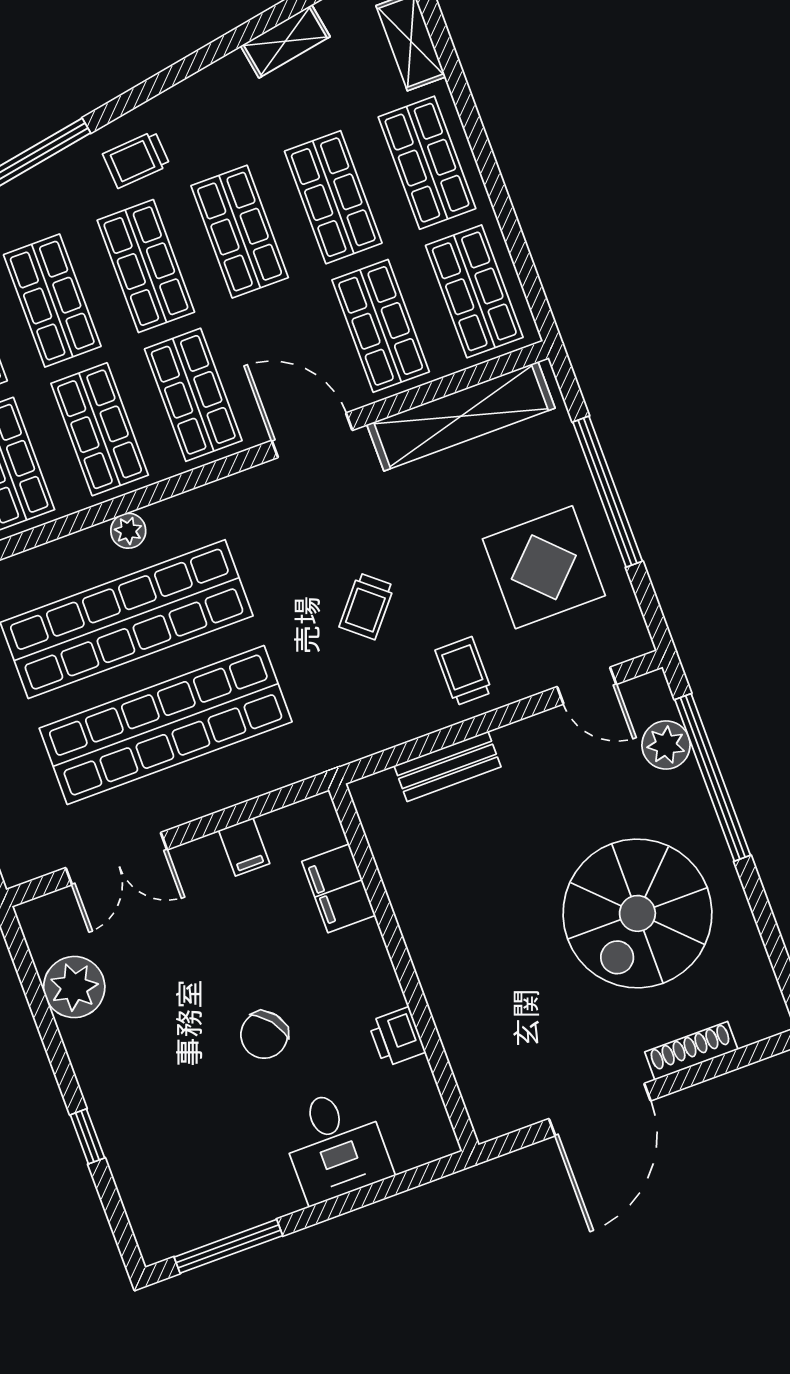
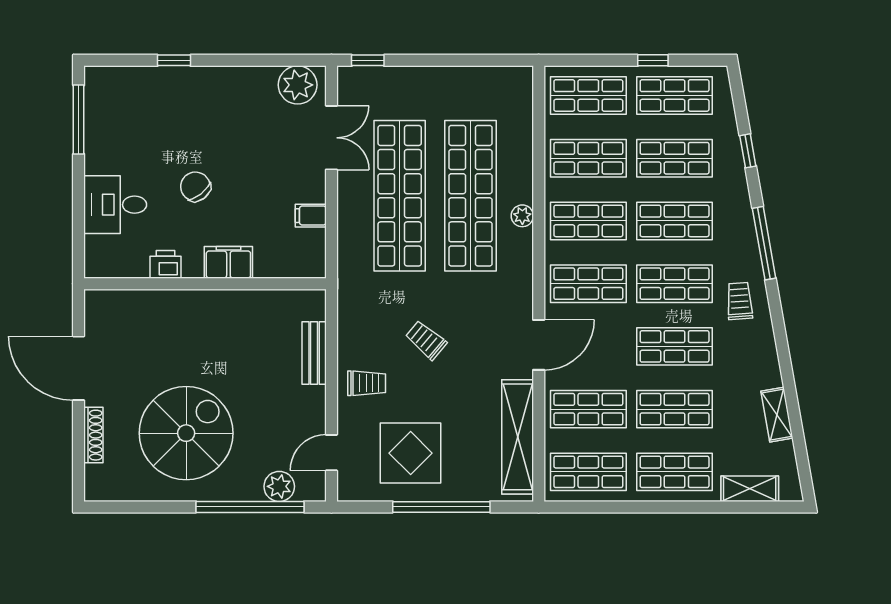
double door: (116, 859) -> (331, 138), swing flipped
filing cabinet: (339, 888) -> (228, 262), moved
spiral stairs: (637, 913) -> (186, 433), turned 90
plant: (74, 987) -> (298, 85), moved

